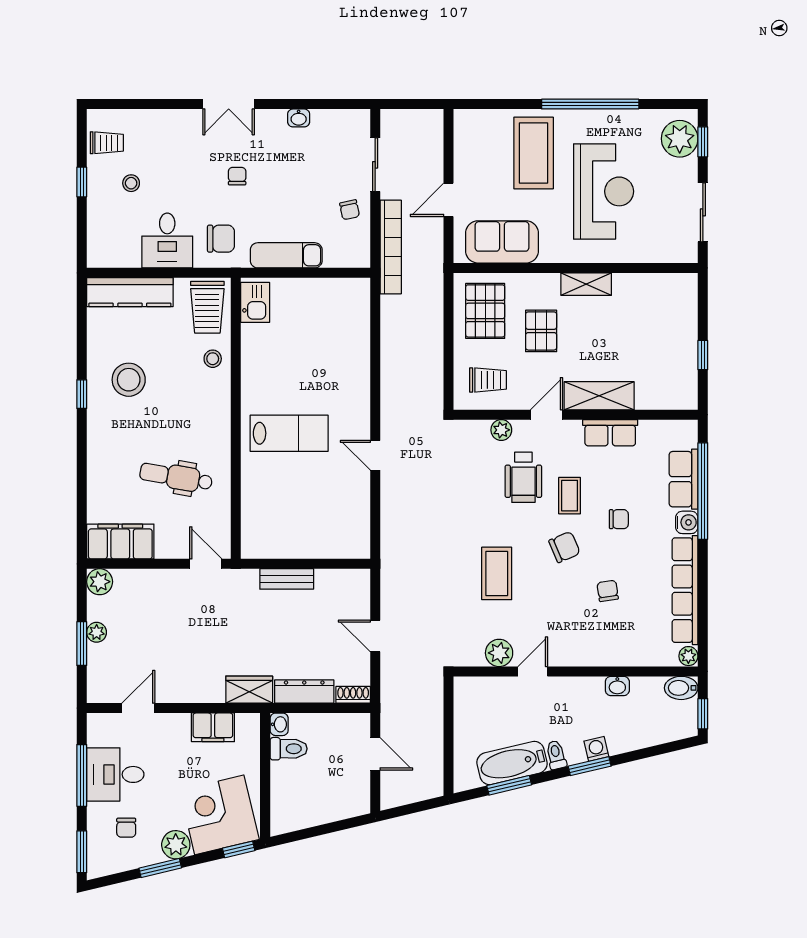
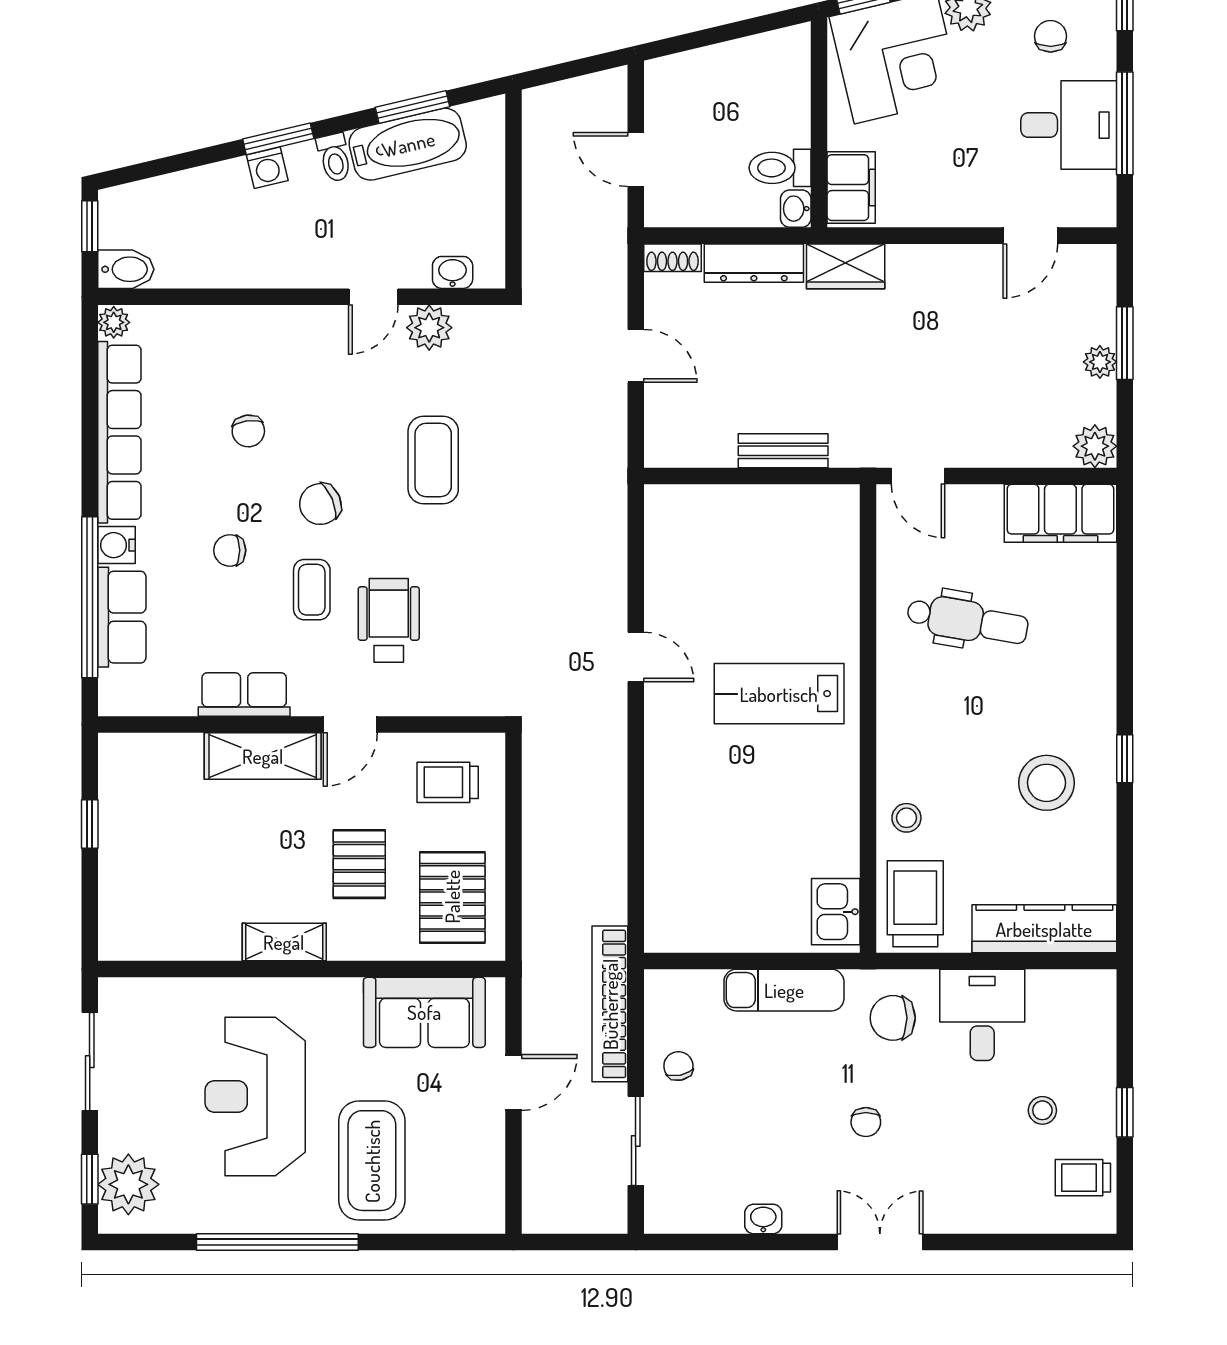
plant: (501, 430) -> (426, 699), removed
washbasin: (617, 686) -> (453, 272), moved
filing cabinet: (213, 727) -> (851, 188), moved, turned 90

